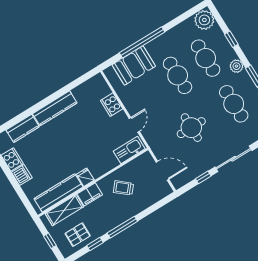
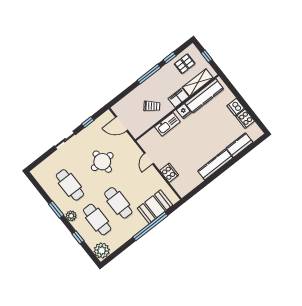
kitchen sink: (129, 150) -> (167, 124), moved
sliding door: (234, 159) -> (65, 140), width x0.73

